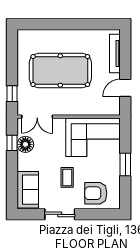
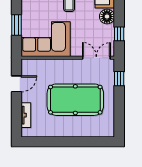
tv unit: (115, 54) -> (26, 115), width x0.71
floor lamp: (25, 144) -> (107, 17), moved
window: (125, 164) -> (16, 25), moved

